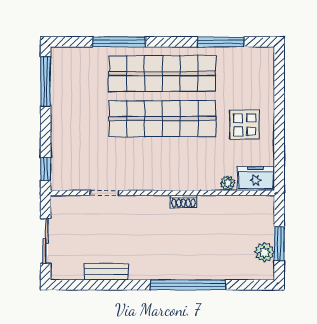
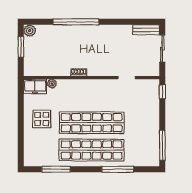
plant: (265, 252) -> (30, 31), moved
bench: (106, 272) -> (146, 30), moved

